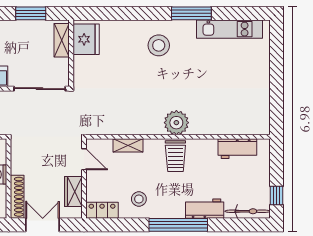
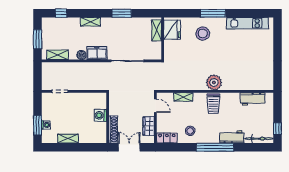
window: (191, 13) -> (213, 13), moved
fridge: (86, 39) -> (172, 30), moved
shelving: (62, 40) -> (157, 30), moved
wall: (71, 53) -> (163, 38), moved

